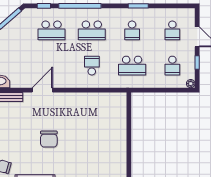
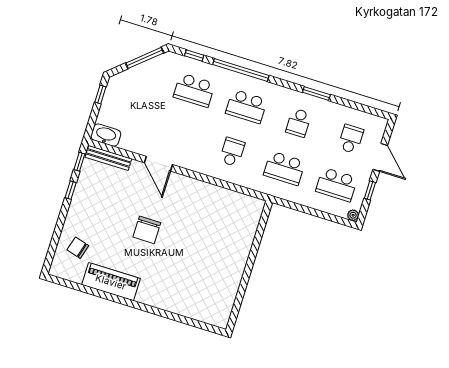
school desk: (172, 30) -> (351, 139), turned 180
school desk: (172, 66) -> (337, 184), width x1.85
door: (42, 90) -> (158, 164), swing flipped

